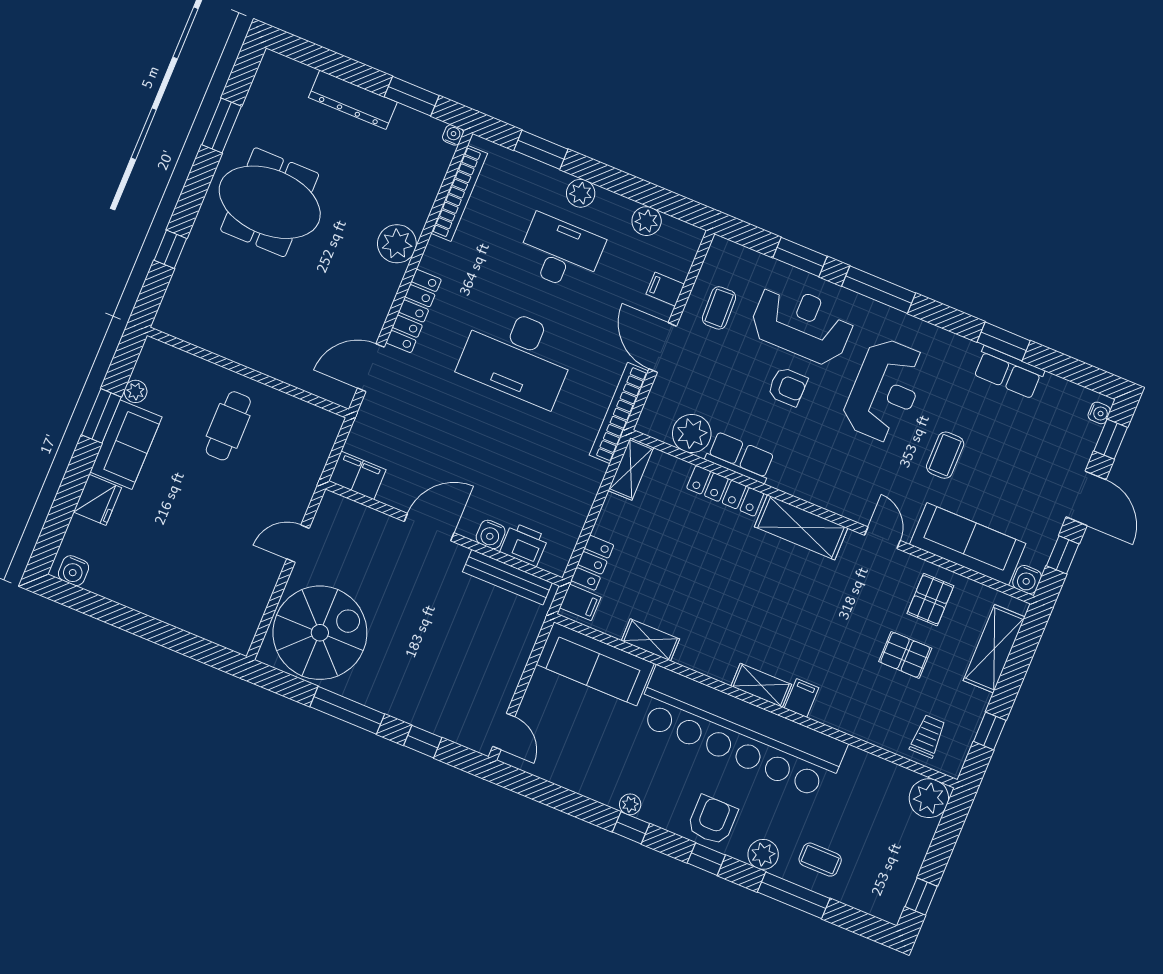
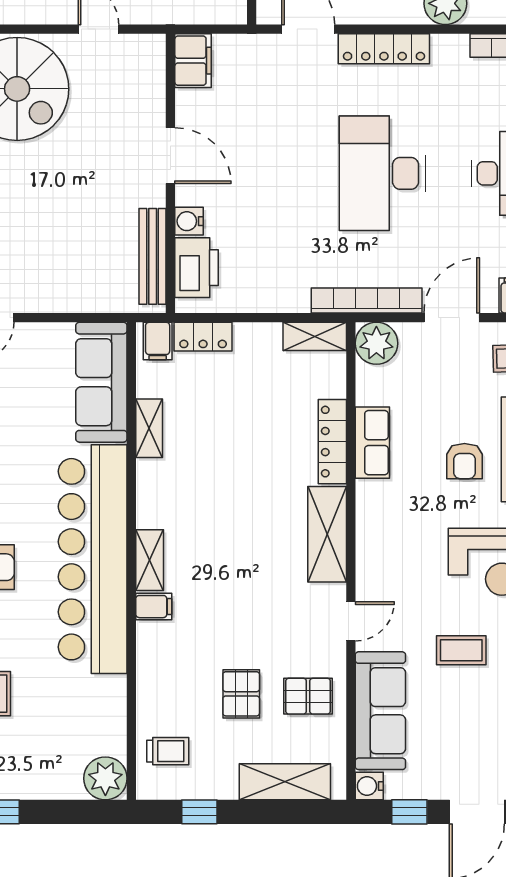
plant: (692, 434) -> (376, 343), moved
printer: (524, 544) -> (197, 268), width x1.37, depth x1.19

